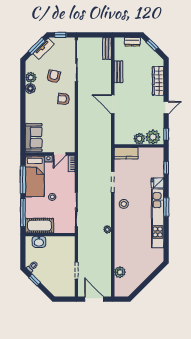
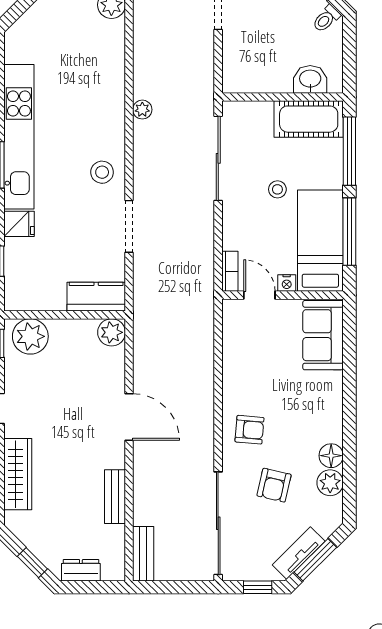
plant: (139, 139) -> (112, 332), moved
door: (60, 154) -> (259, 295), hinge flipped

